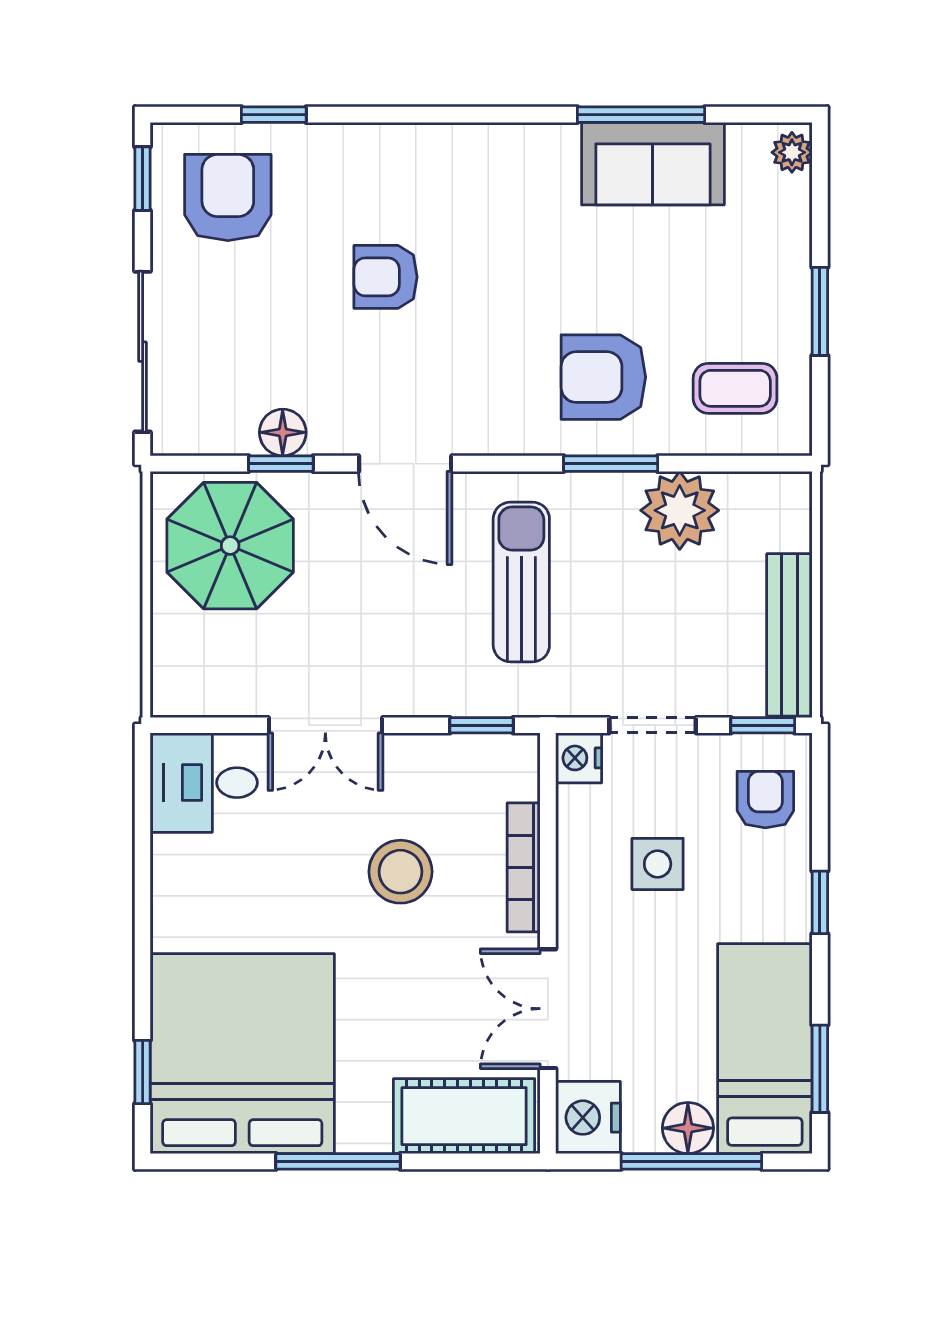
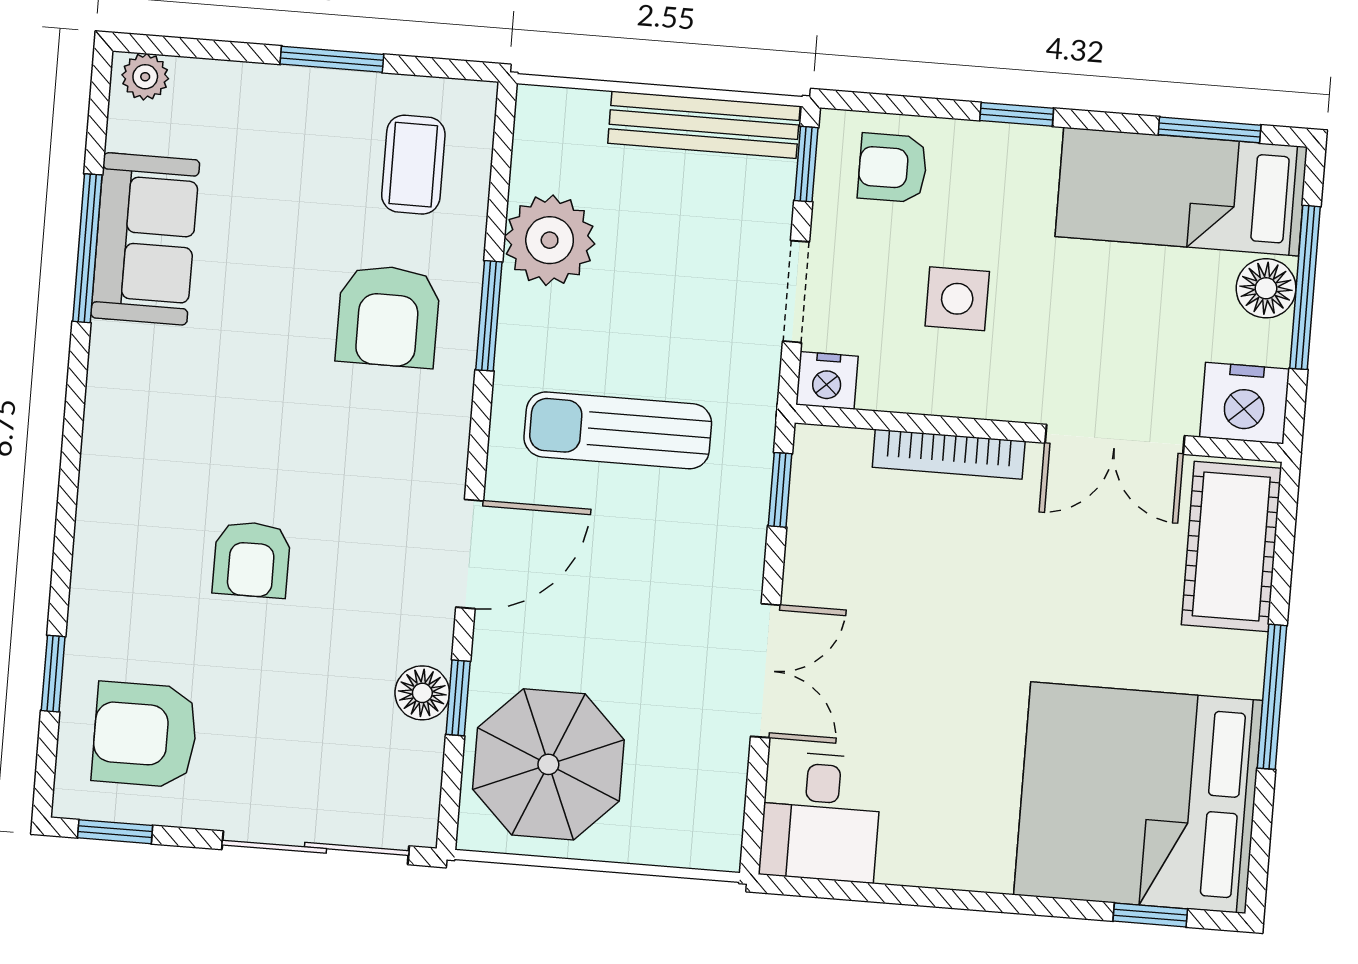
stool: (400, 872) -> (942, 597), removed

